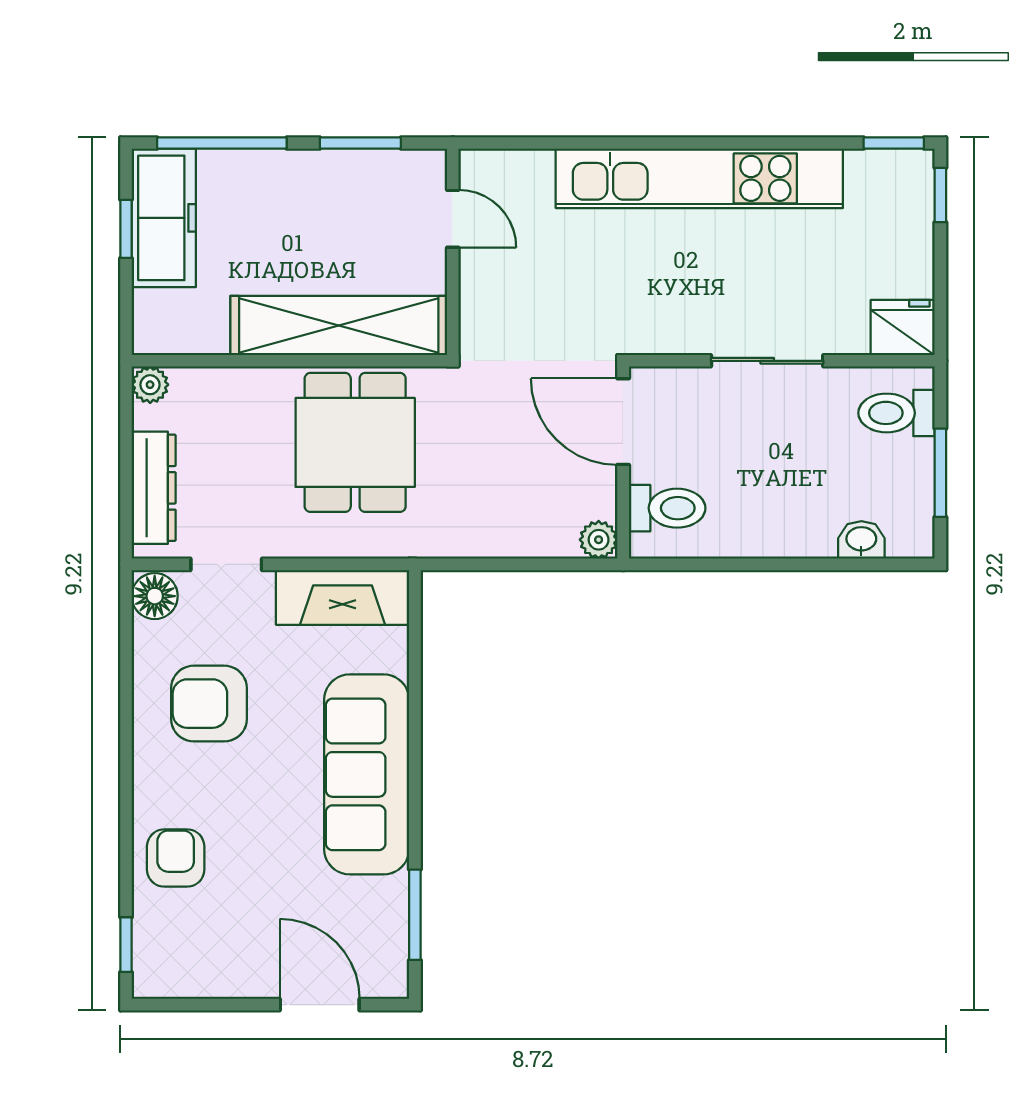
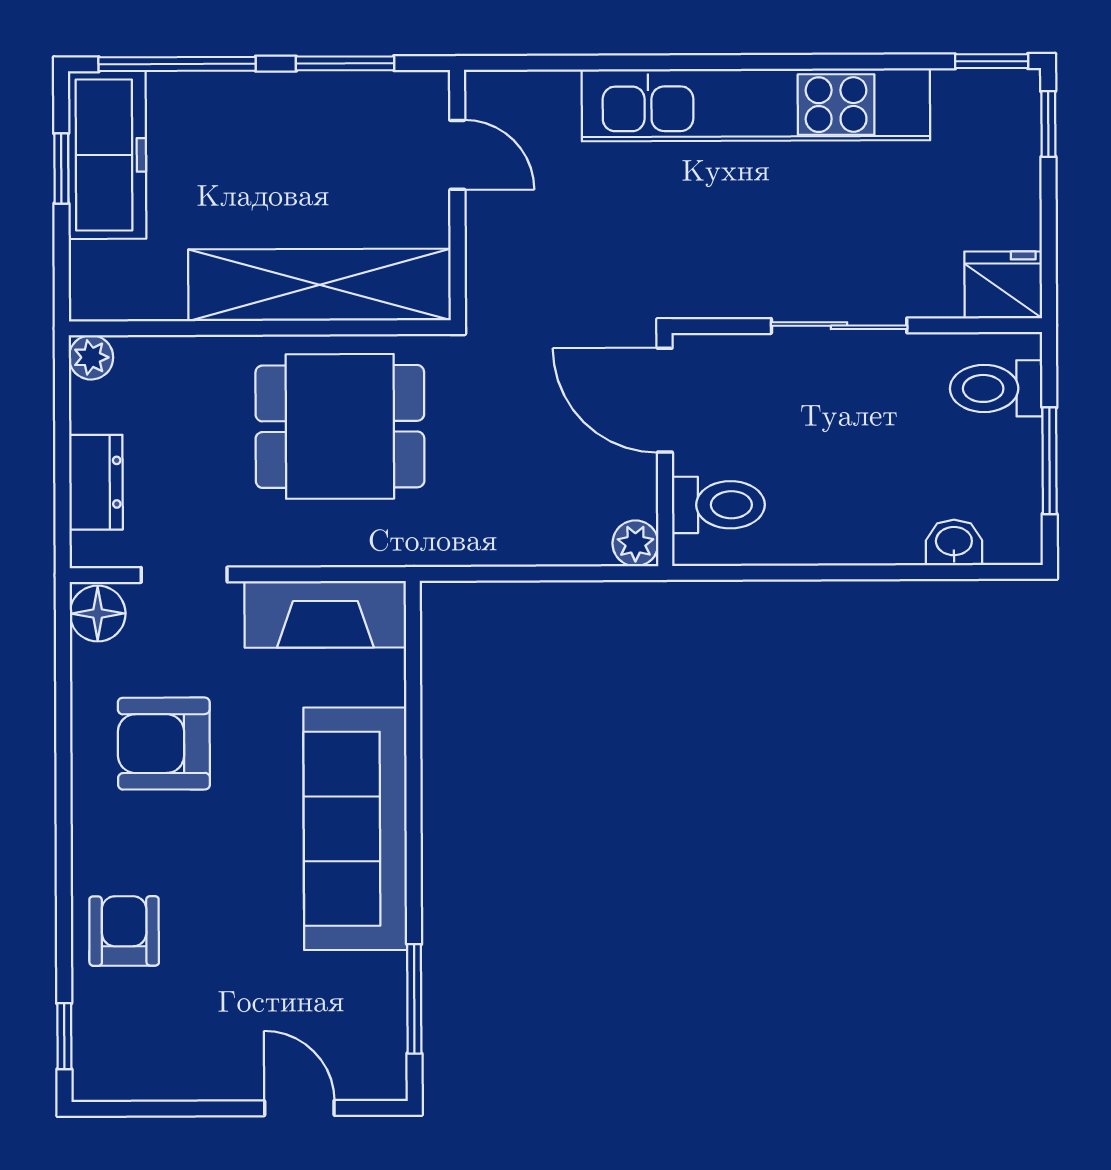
dining table: (355, 442) -> (340, 426), turned 90
dresser: (154, 488) -> (96, 482), width x0.70
door: (320, 1005) -> (299, 1108), width x0.73

